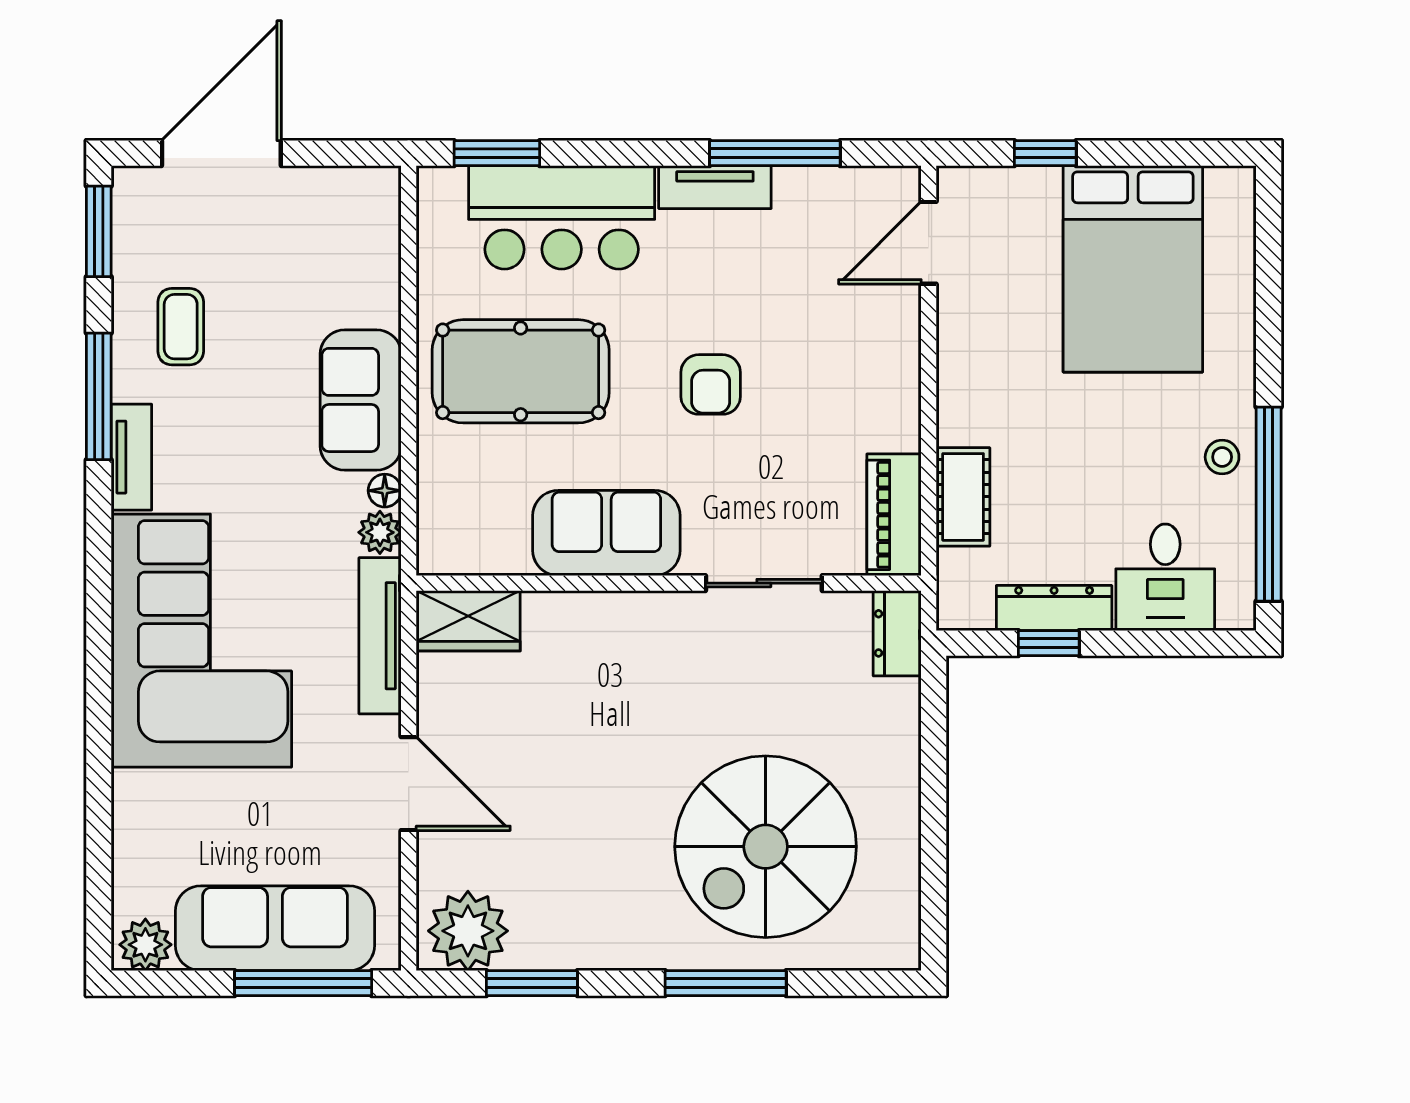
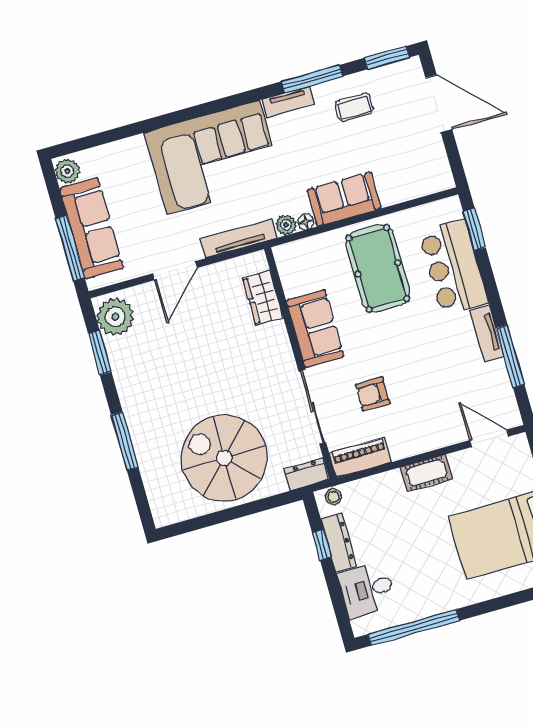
armchair: (711, 384) -> (373, 394), moved
stool: (1222, 457) -> (333, 497), moved
cot: (963, 497) -> (427, 473), moved
sliding door: (764, 583) -> (312, 407), width x1.37
wardrobe: (468, 621) -> (263, 298), moved
spiral stairs: (766, 847) -> (224, 458), moved

